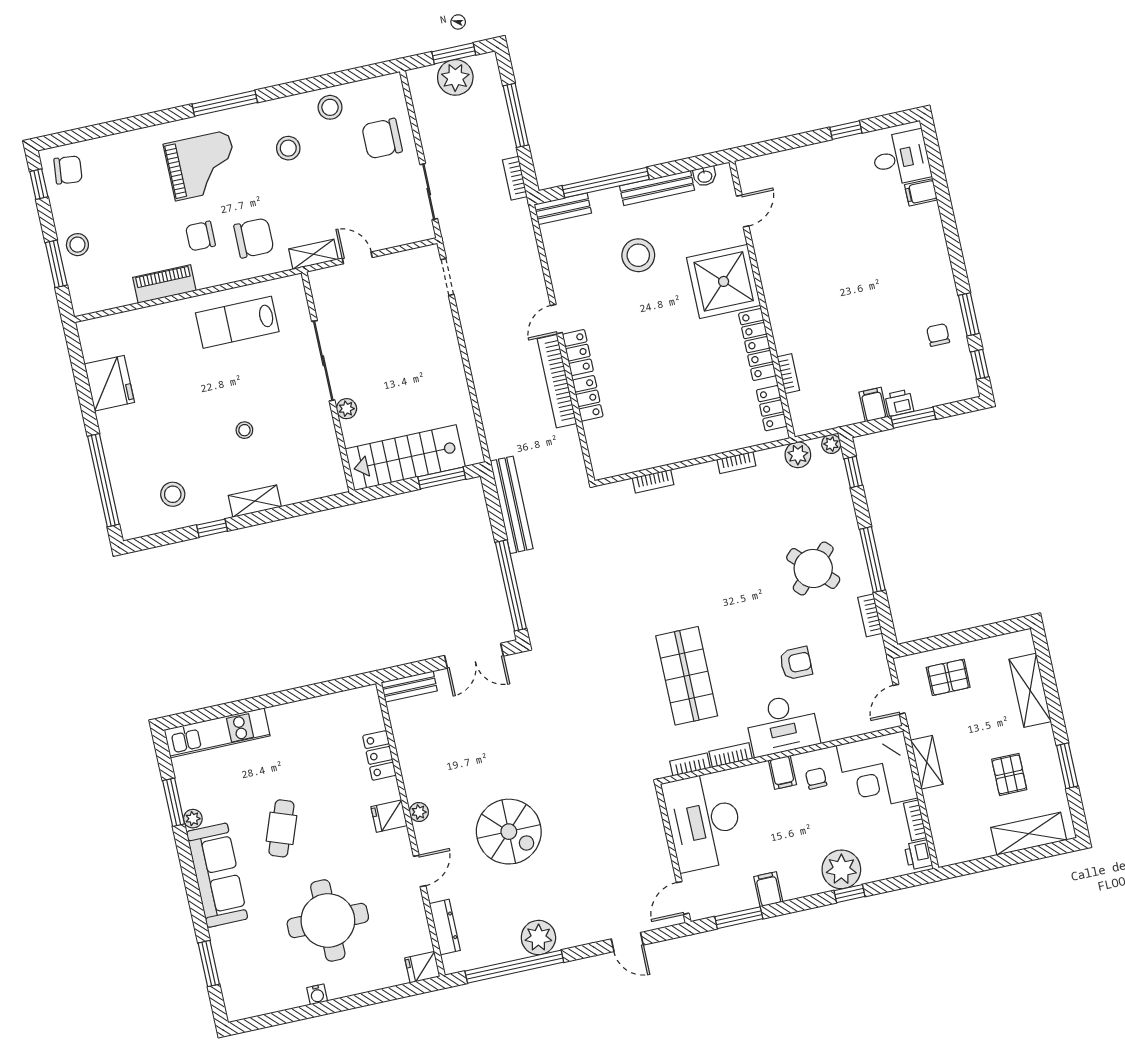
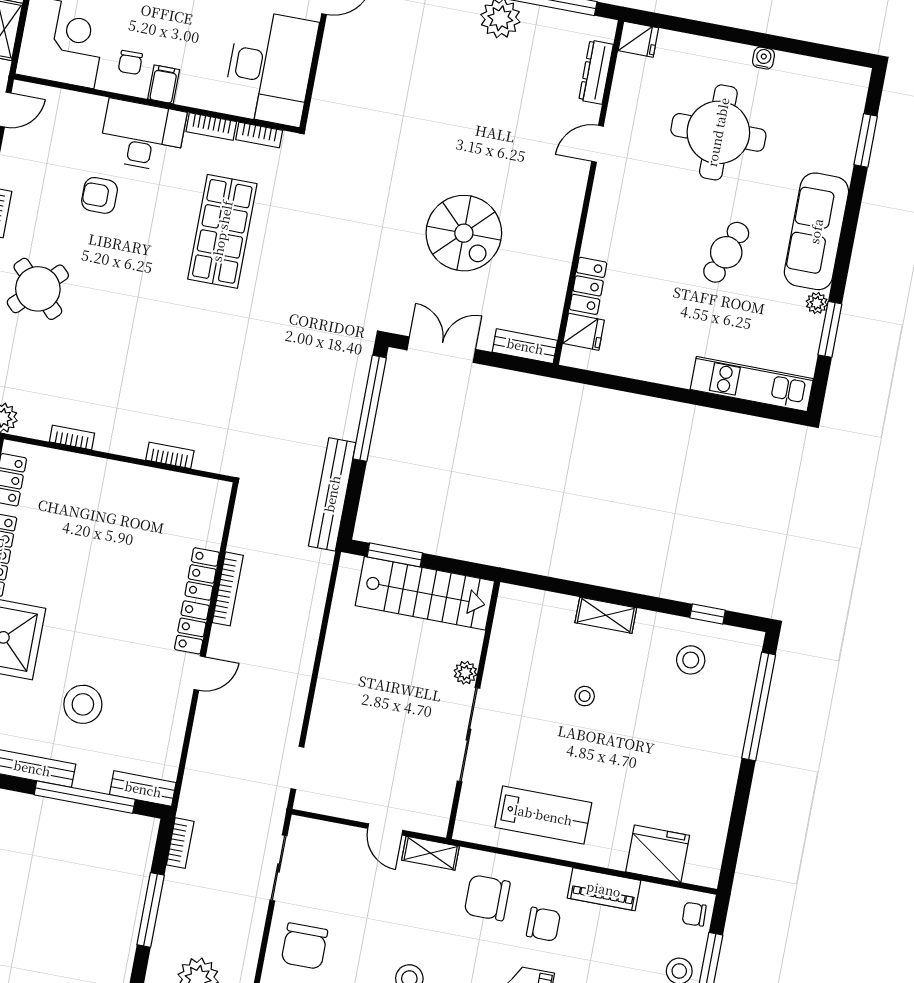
chair: (382, 138) -> (304, 946), turned 90
chair: (85, 294) -> (694, 914), added
bookcase: (557, 381) -> (228, 589), width x0.68, depth x0.76
fridge: (109, 383) -> (658, 854), moved, turned 90
window: (212, 528) -> (708, 614), moved
plant: (419, 812) -> (571, 207), removed
fridge: (389, 816) -> (584, 332), moved
spiral stairs: (509, 832) -> (464, 233), moved, turned 180

